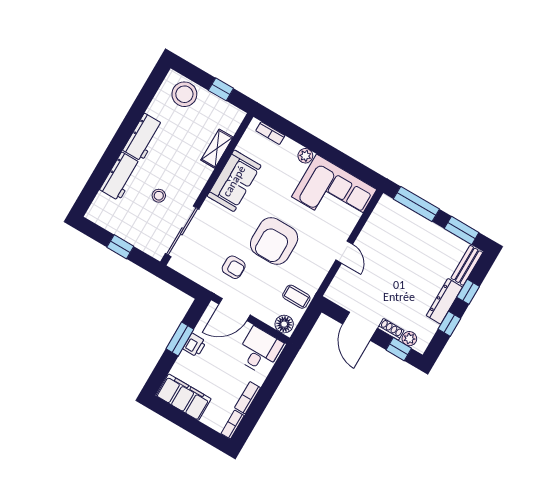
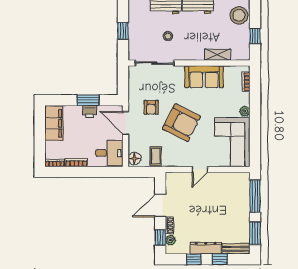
armchair: (274, 241) -> (182, 123), turned -153

